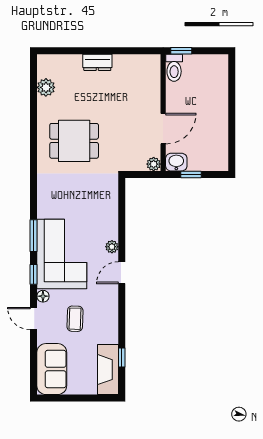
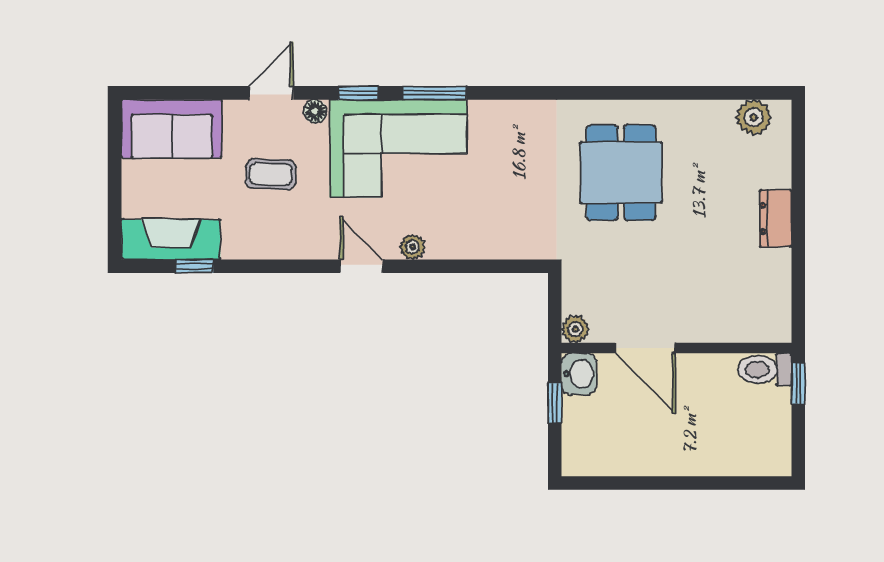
plant: (46, 87) -> (754, 117), moved

